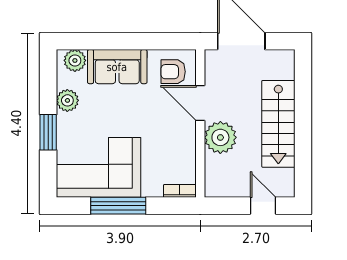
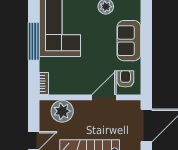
plant: (75, 60) -> (133, 12), removed
plant: (220, 137) -> (62, 111), moved

